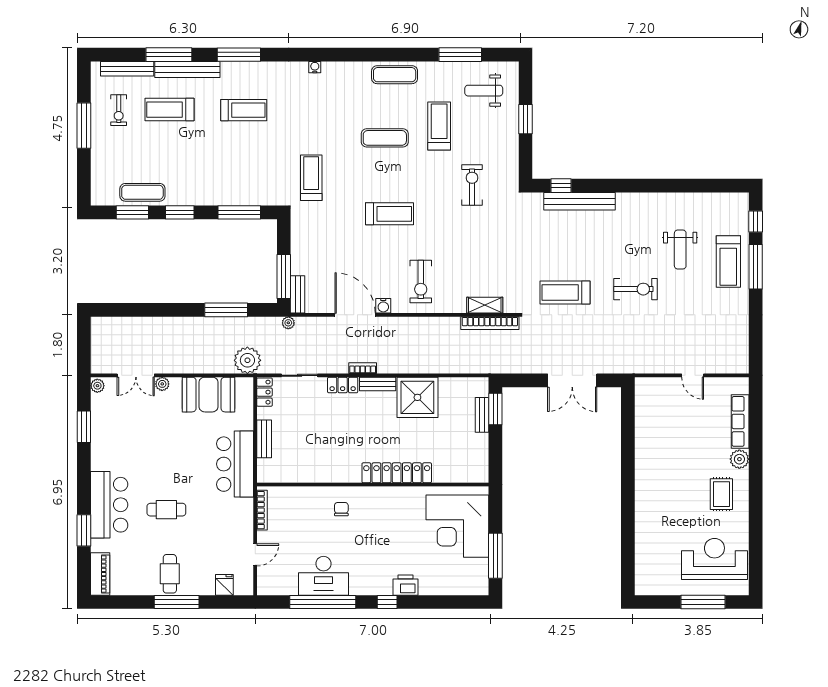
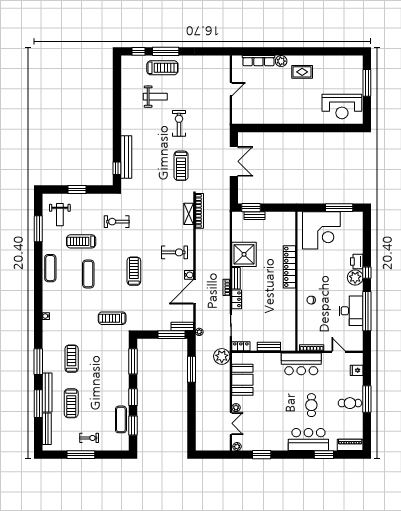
exercise bike: (119, 110) -> (89, 438), moved
bar counter: (235, 464) -> (301, 364), moved
reception desk: (714, 559) -> (342, 106), moved, turned -90
plant: (379, 582) -> (355, 278), added

